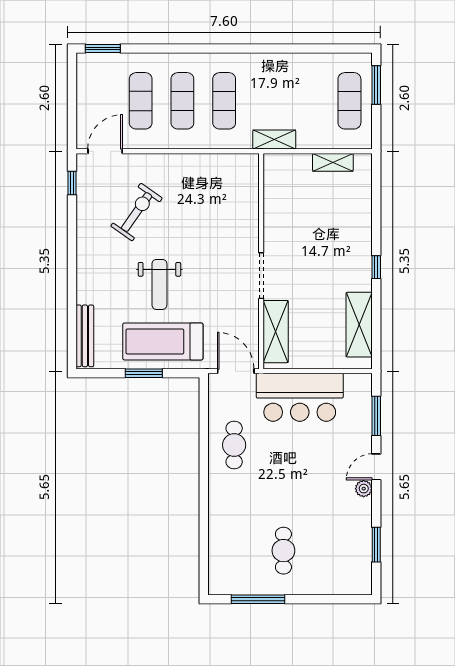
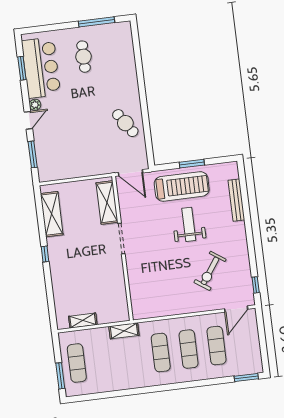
bench: (85, 336) -> (236, 200), moved
bar counter: (300, 397) -> (41, 68), moved, turned 90
cafe table: (234, 445) -> (125, 123), turned -34

